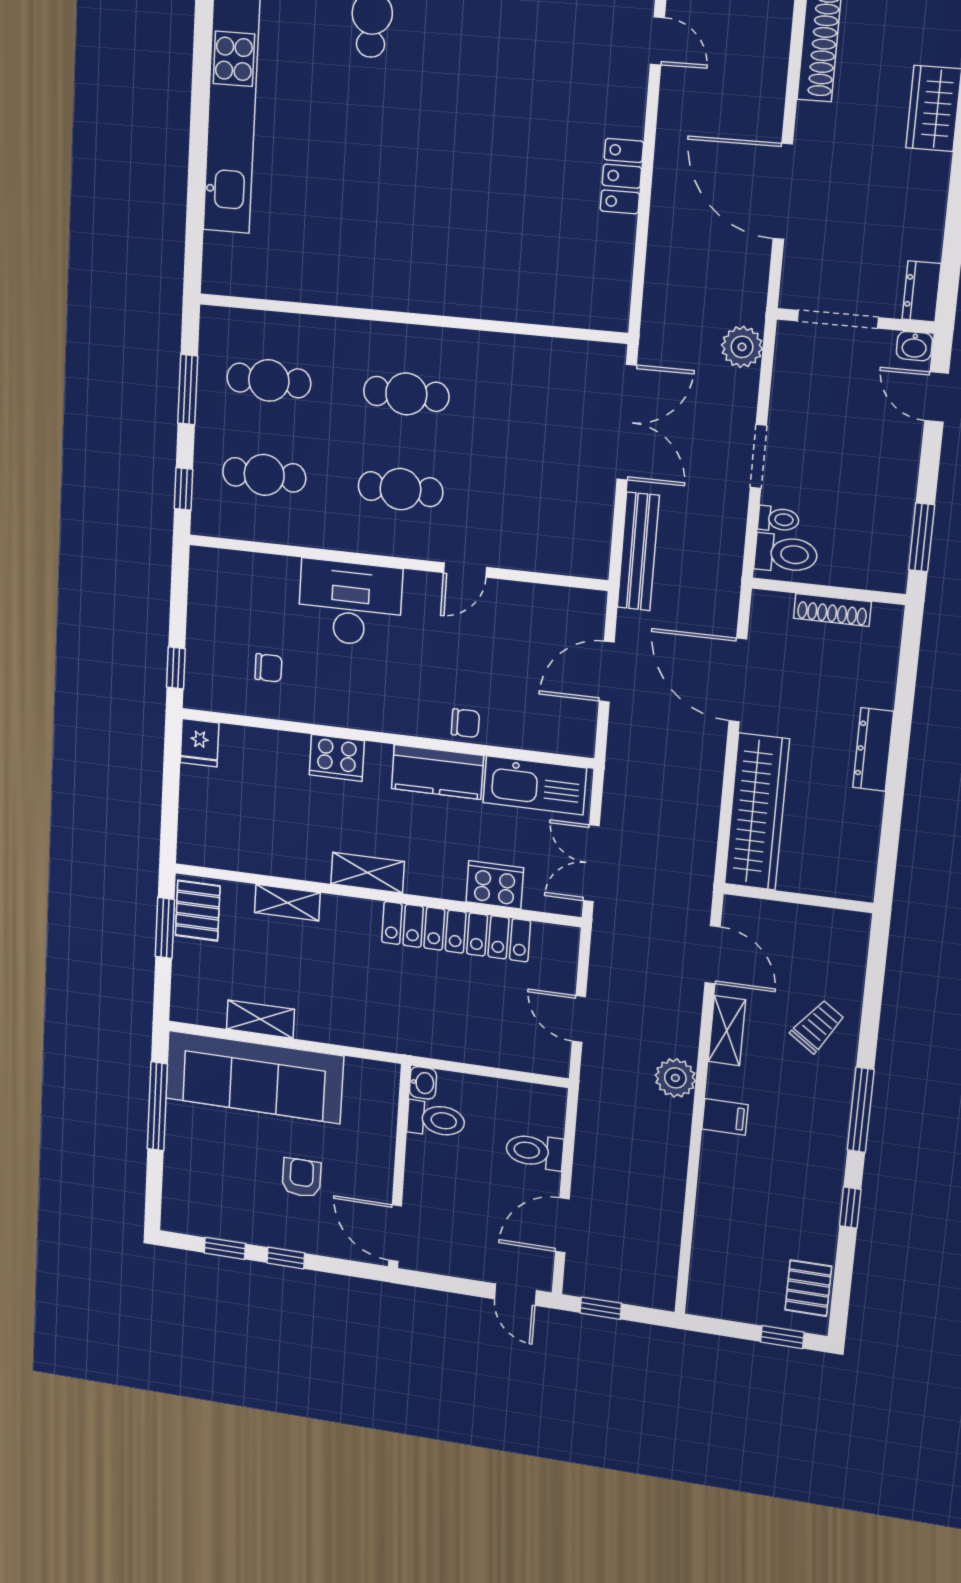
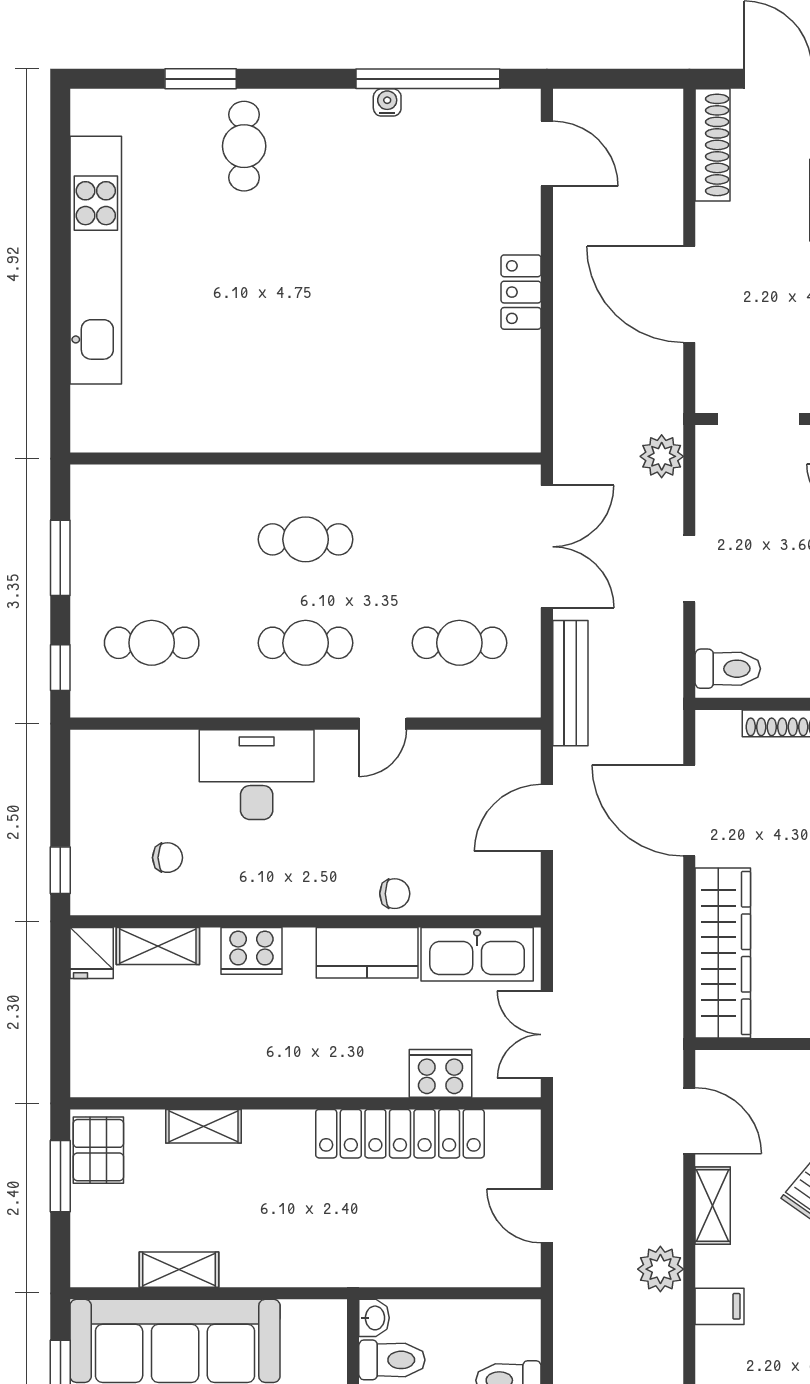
door: (657, 41) -> (547, 154), width x1.38
cafe table: (269, 380) -> (459, 643), moved
toilet: (778, 519) -> (716, 633), removed
shelving: (368, 873) -> (158, 946), moved

